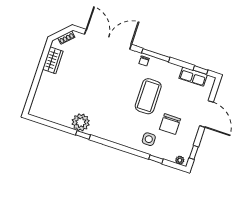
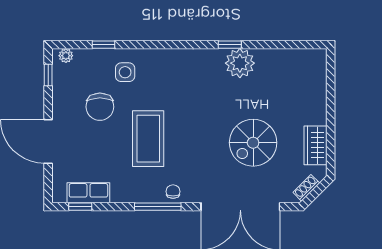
spiral stairs: (88, 74) -> (253, 143), added
chair: (170, 124) -> (100, 107), turned 180

